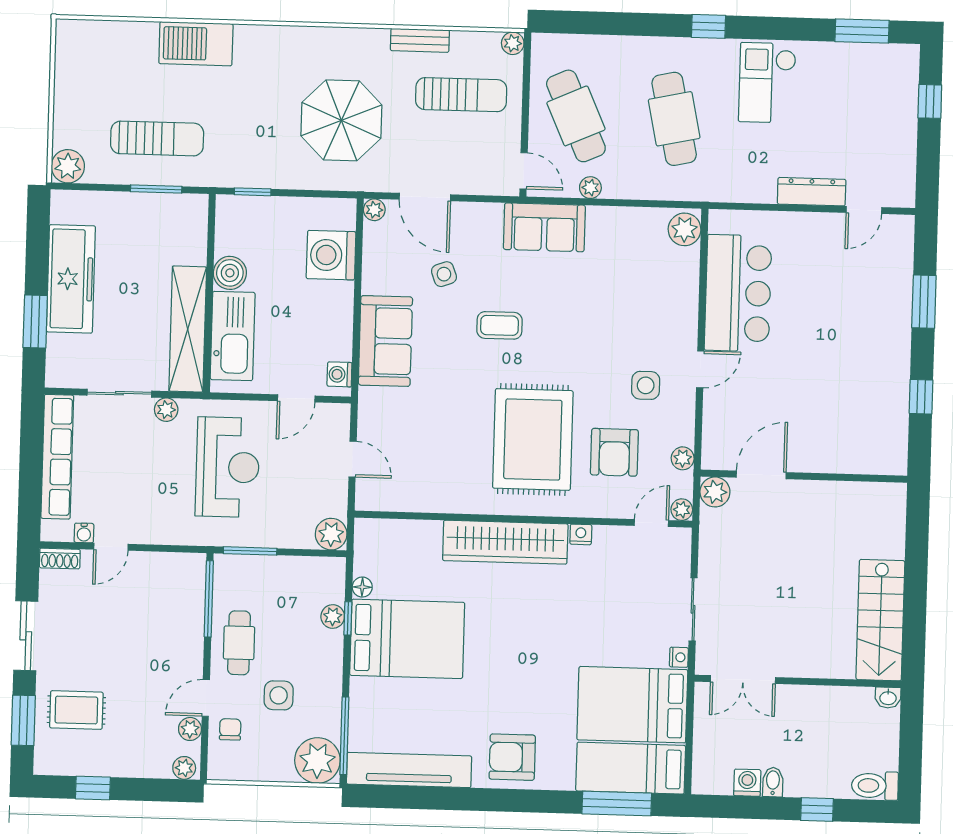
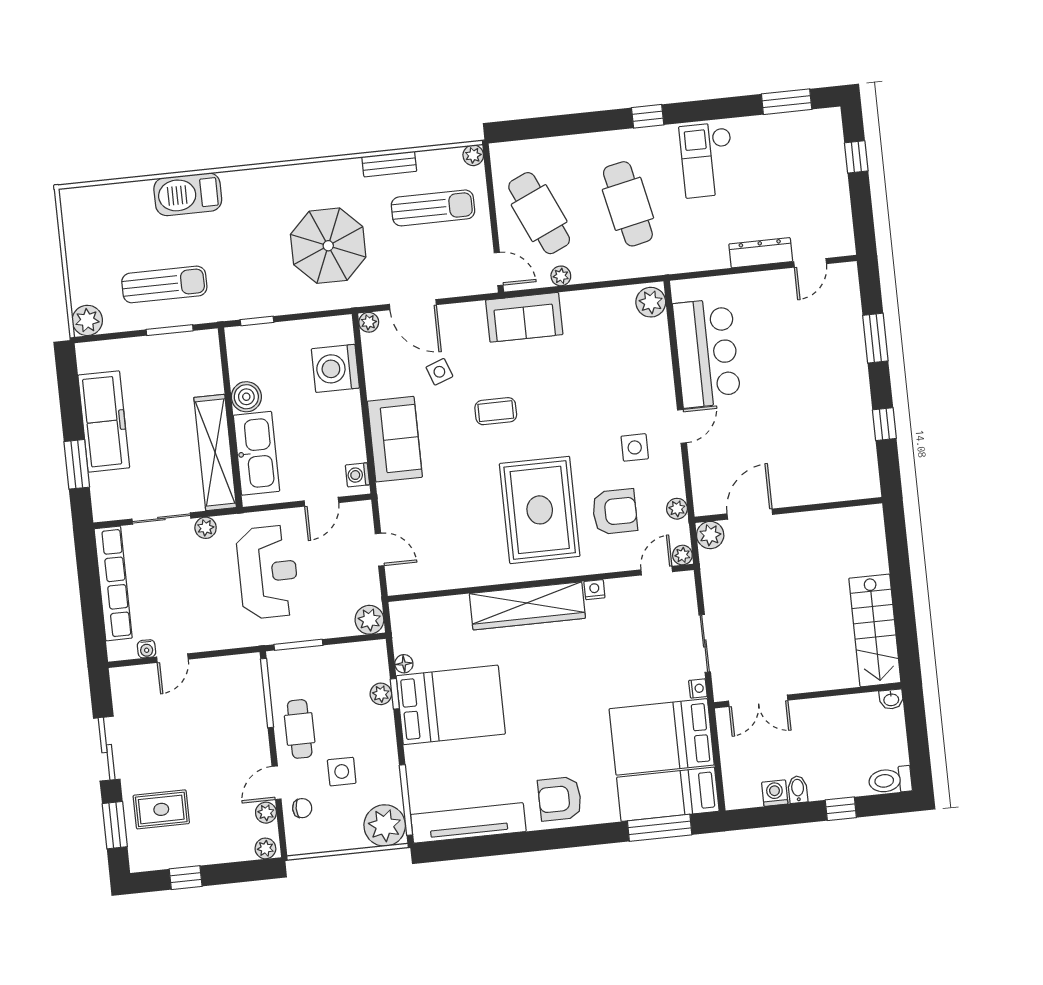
armchair: (614, 452) -> (615, 512), turned -90
shoe rack: (60, 559) -> (128, 675), removed
chair: (230, 729) -> (302, 808), turned 90

